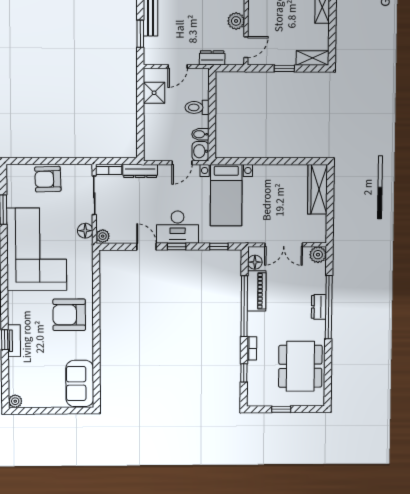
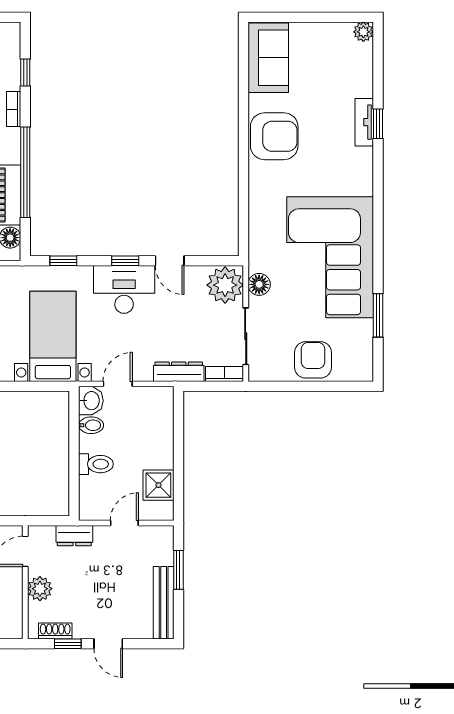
armchair: (48, 179) -> (313, 360), turned -88
plant: (103, 236) -> (225, 285), width x1.88, depth x1.88
armchair: (69, 315) -> (274, 136), moved

